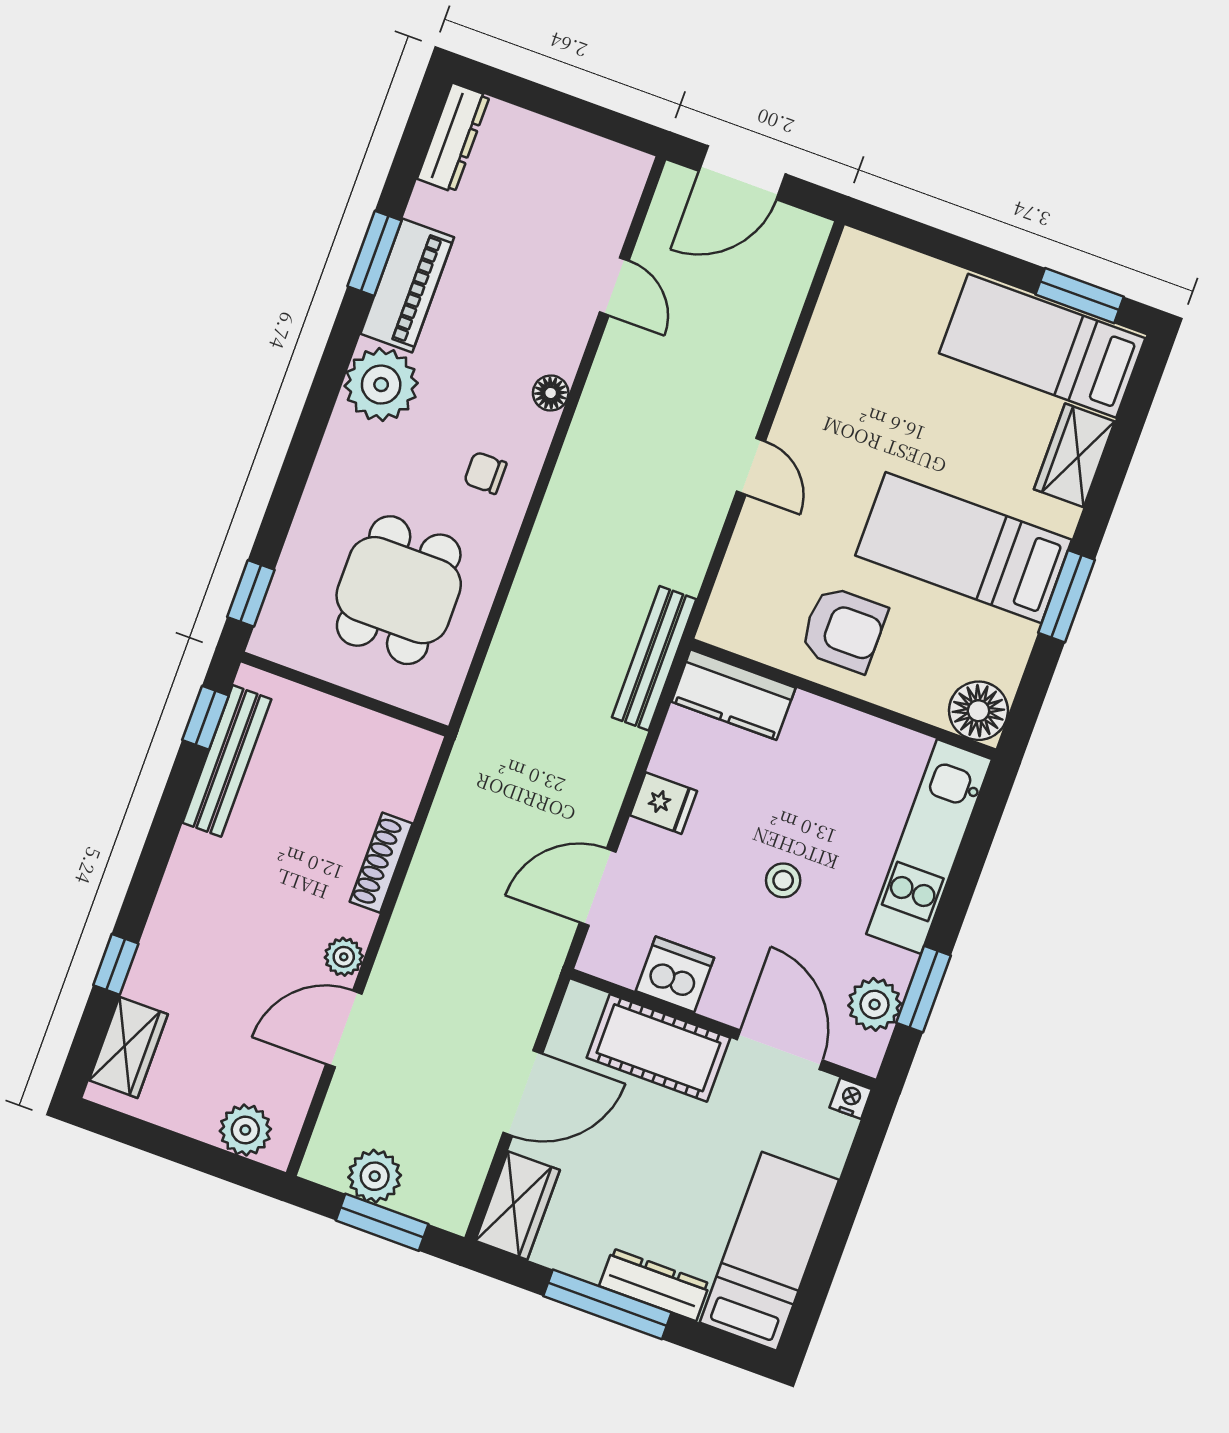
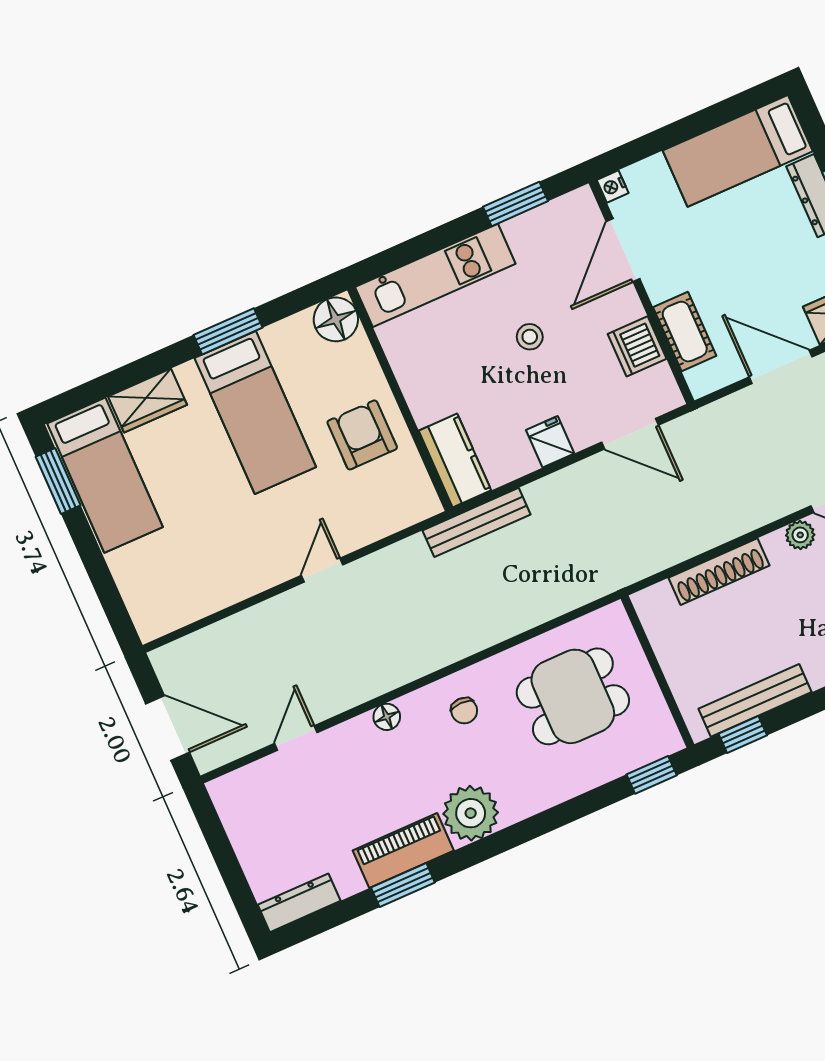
shoe rack: (381, 863) -> (719, 572), width x1.36, depth x1.24
plant: (875, 1004) -> (549, 223), removed
cot: (658, 1048) -> (685, 332), width x0.73, depth x0.75

